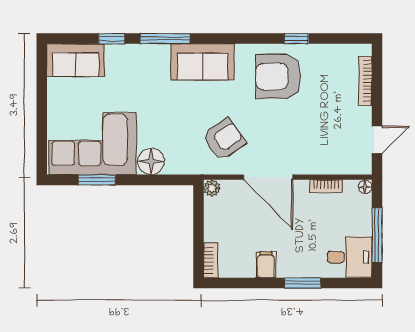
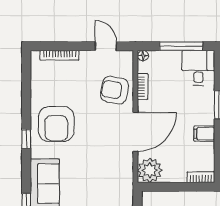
window: (296, 39) -> (26, 139), moved
armchair: (224, 139) -> (115, 90), moved, turned -45
plant: (212, 188) -> (150, 170), width x1.88, depth x1.88

